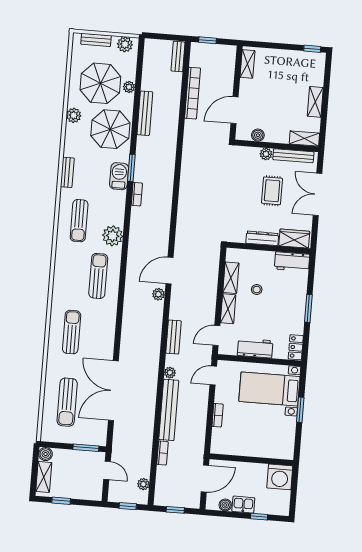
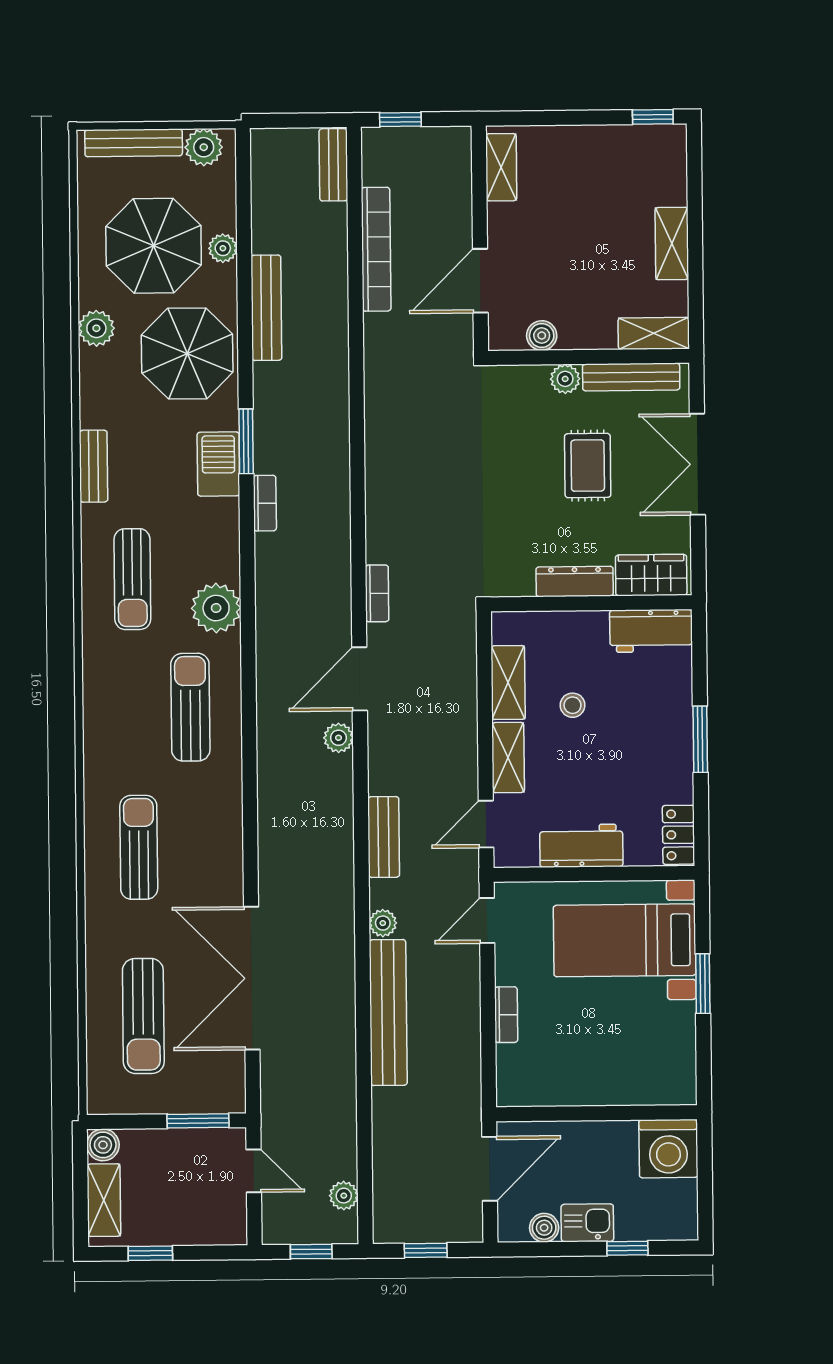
bench: (96, 40) -> (134, 143), width x1.36
bookcase: (162, 453) -> (377, 593), moved

